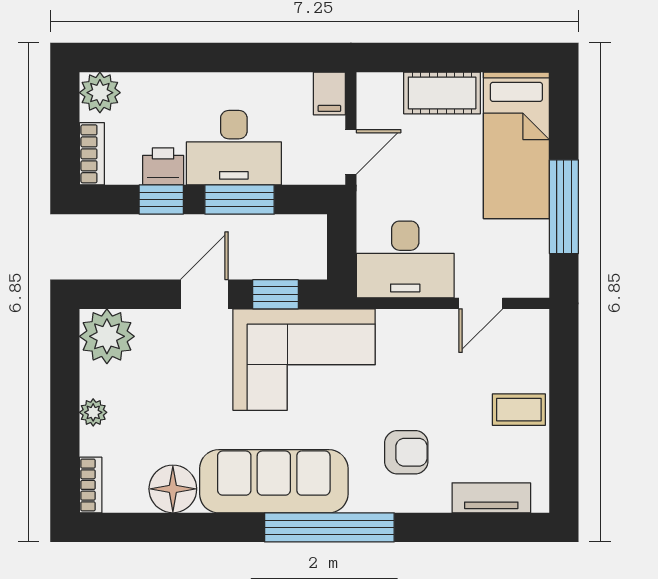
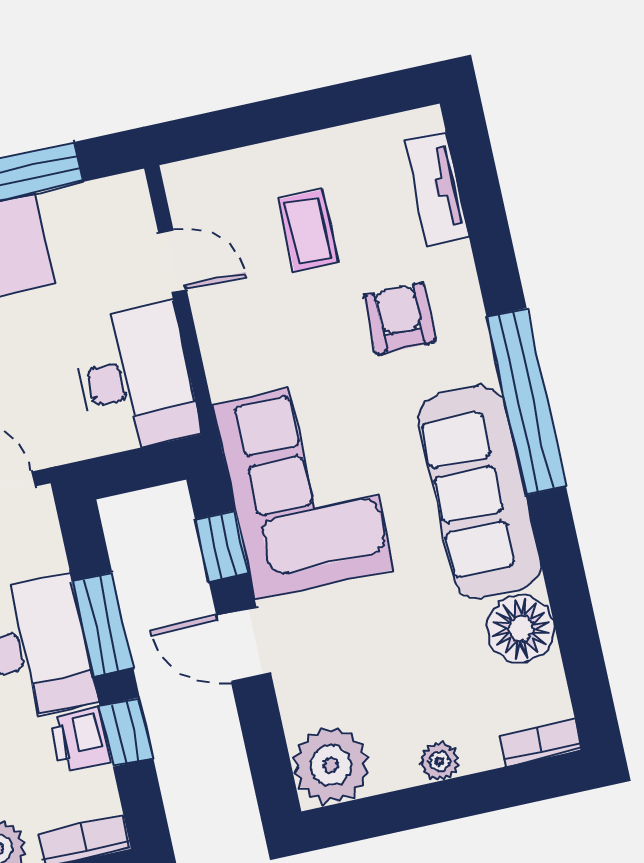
coffee table: (519, 410) -> (308, 231), moved

